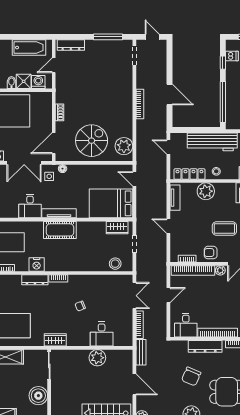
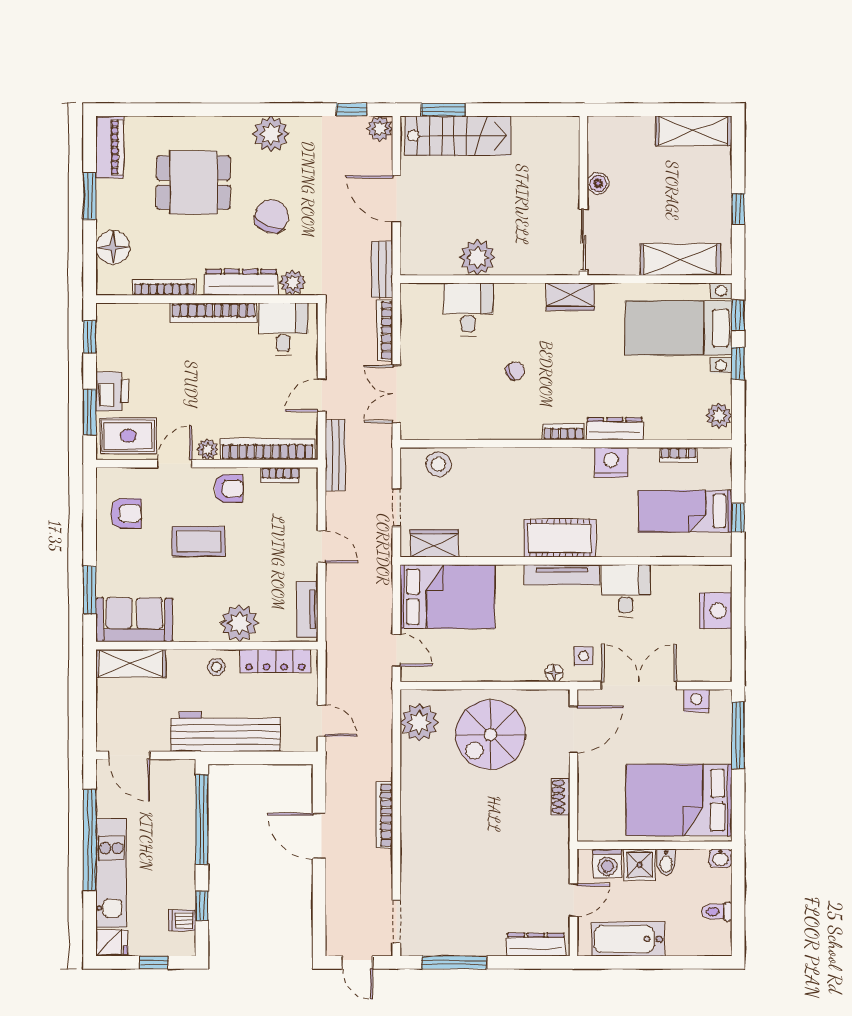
bench: (162, 268) -> (335, 455), added
plant: (182, 346) -> (293, 282), added
boiler: (38, 396) -> (598, 184), width x0.54, depth x0.54

